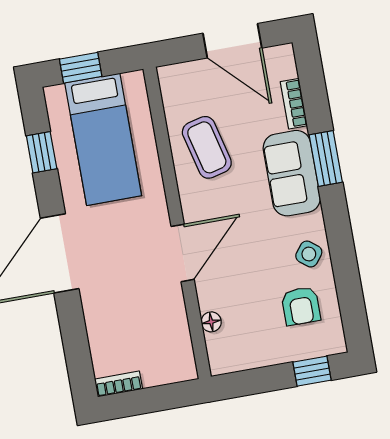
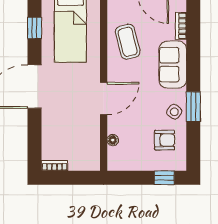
window: (326, 159) -> (193, 107), moved
armchair: (301, 306) -> (165, 140), turned -90

